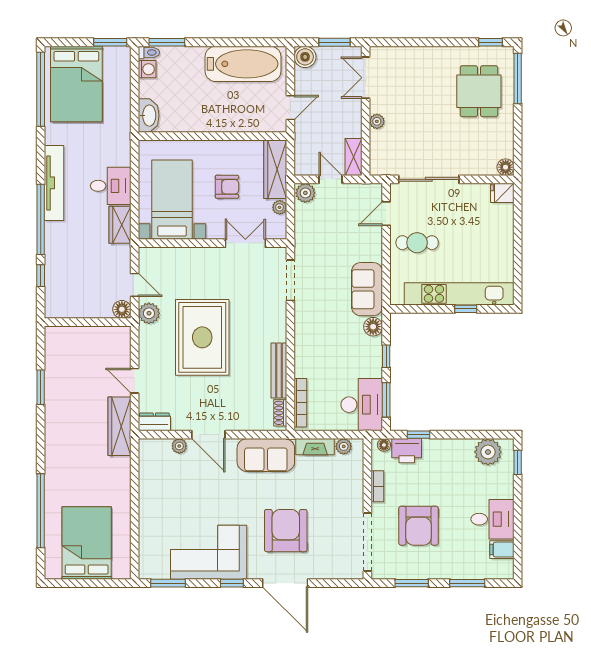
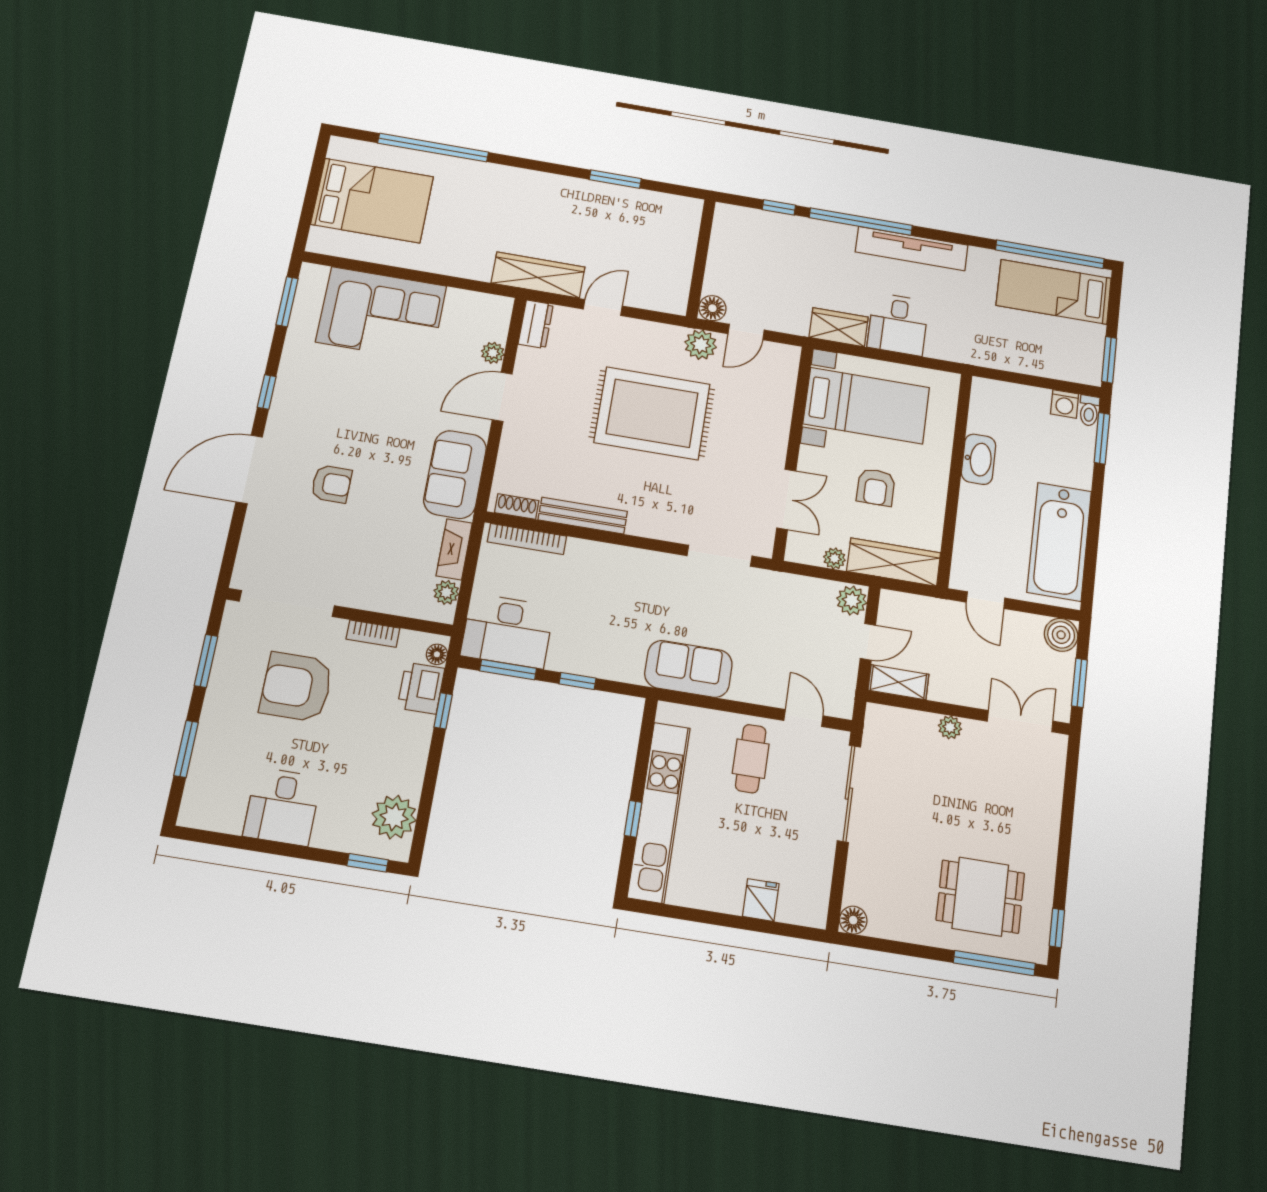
bed: (76, 84) -> (1054, 292), width x0.67
washbasin: (149, 116) -> (979, 459), moved, turned -90
fridge: (502, 193) -> (761, 900), moved
floor lamp: (373, 327) -> (628, 669), removed
armchair: (286, 531) -> (331, 484), width x0.53, depth x0.53
filing cabinet: (502, 550) -> (229, 814), removed
corner sofa: (209, 552) -> (381, 314), moved, turned 90

